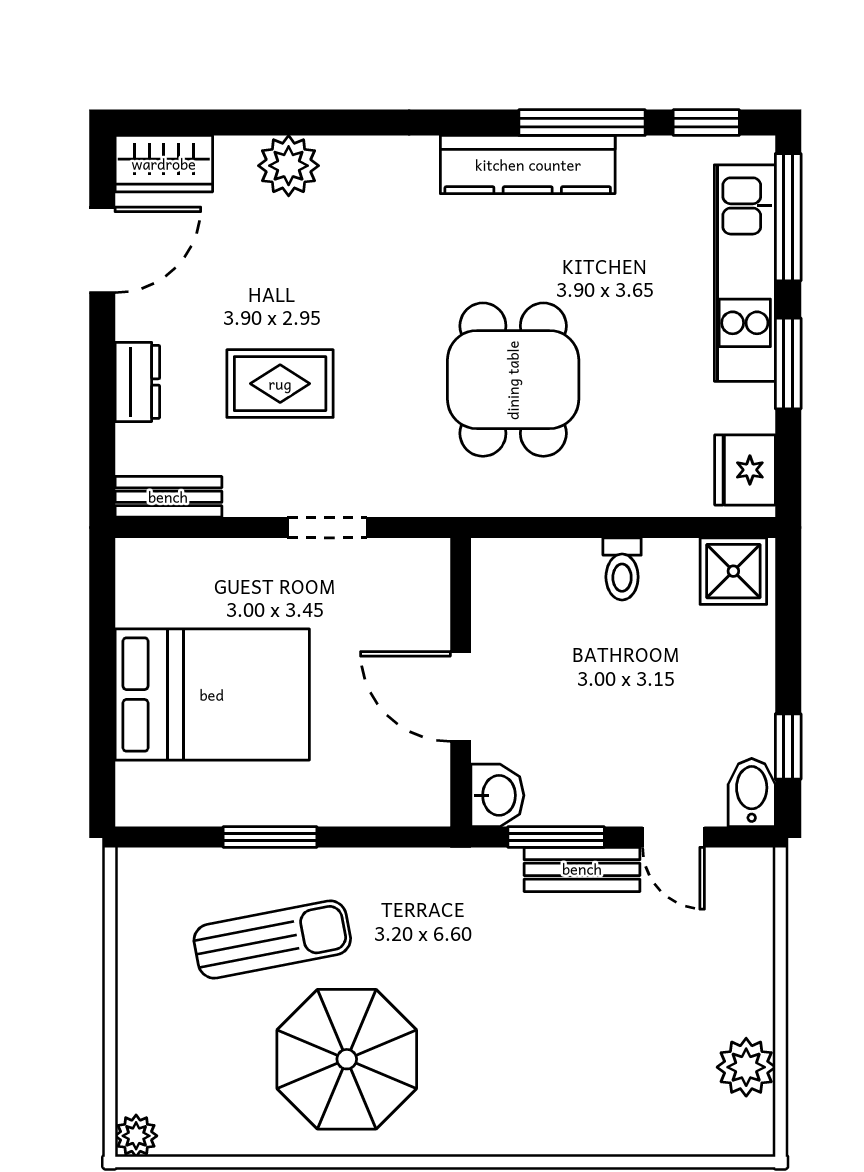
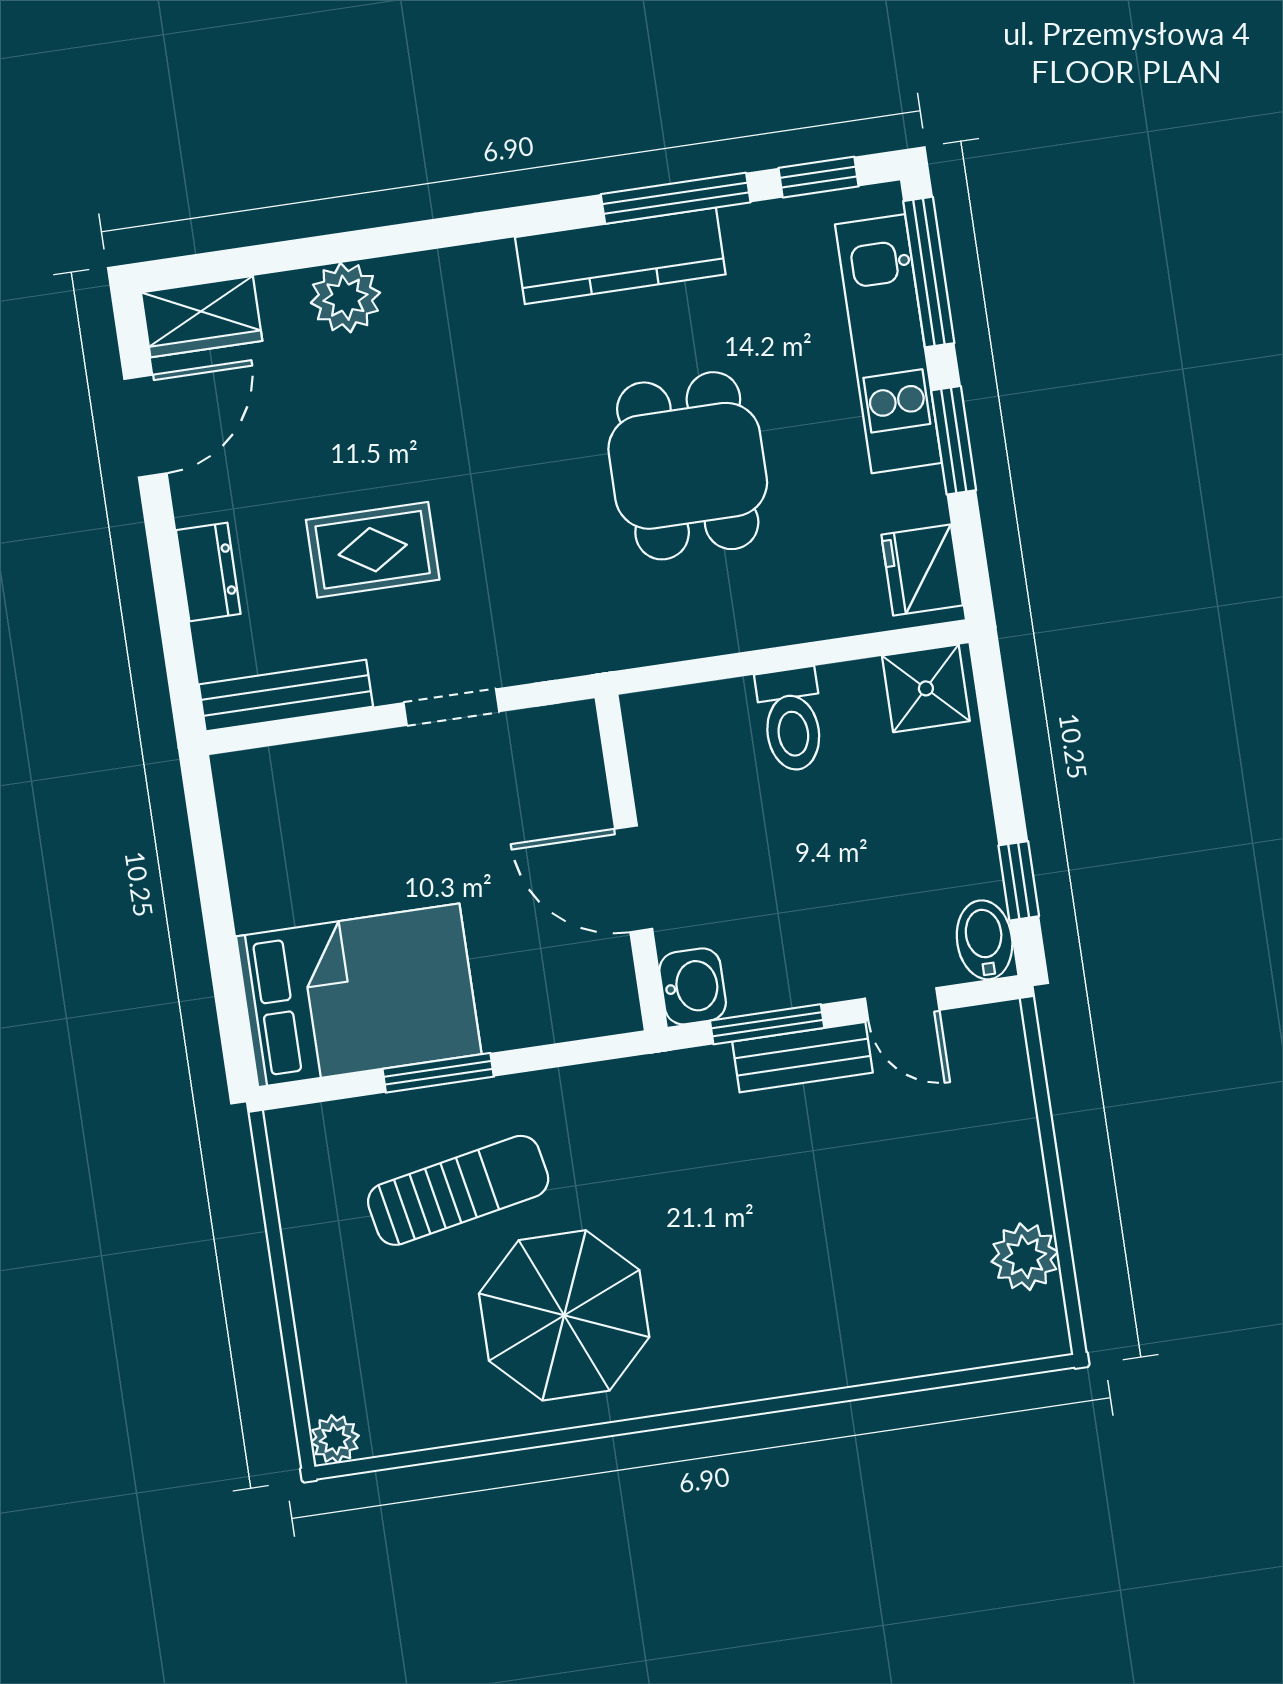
dining table: (513, 380) -> (688, 466), moved
bench: (168, 497) -> (286, 696), width x1.36
toilet: (622, 569) -> (791, 720), width x1.37, depth x1.39
bed: (212, 695) -> (359, 995), moved

